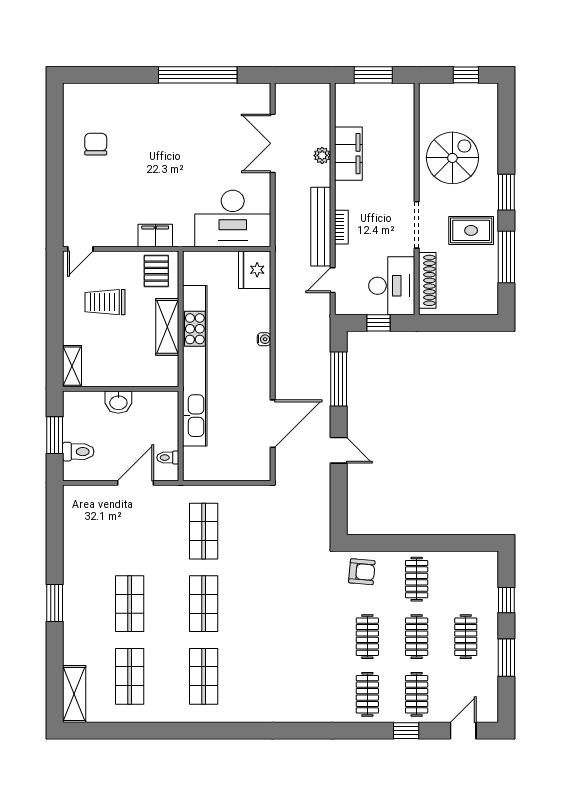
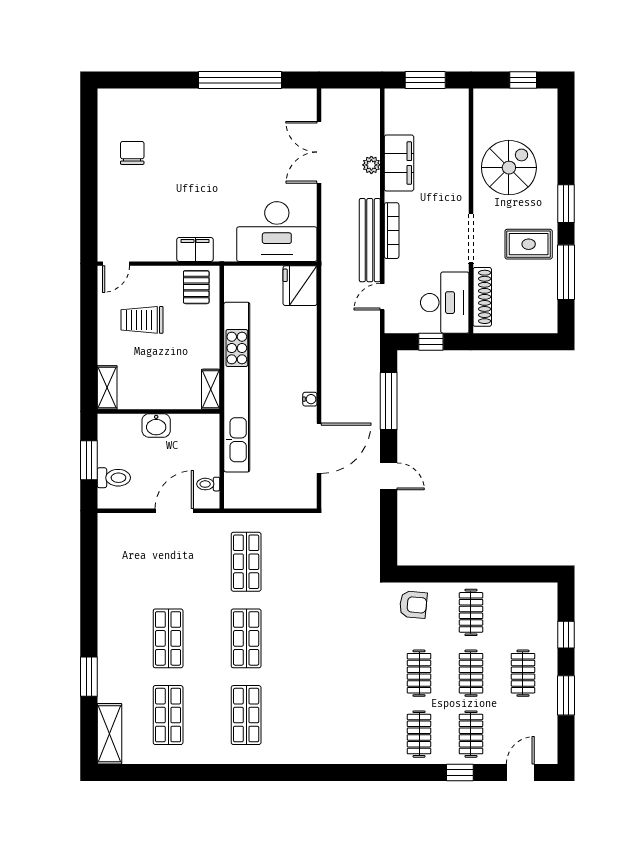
bookcase: (341, 227) -> (392, 231), width x1.56
shelving: (167, 327) -> (211, 389), moved, width x0.67, depth x0.75
water cooler: (264, 339) -> (310, 399), moved
window: (55, 603) -> (89, 677), moved

